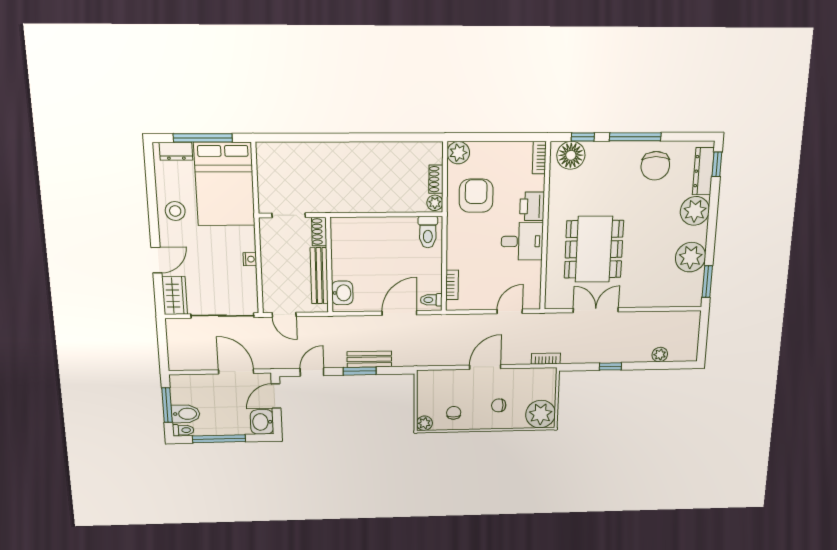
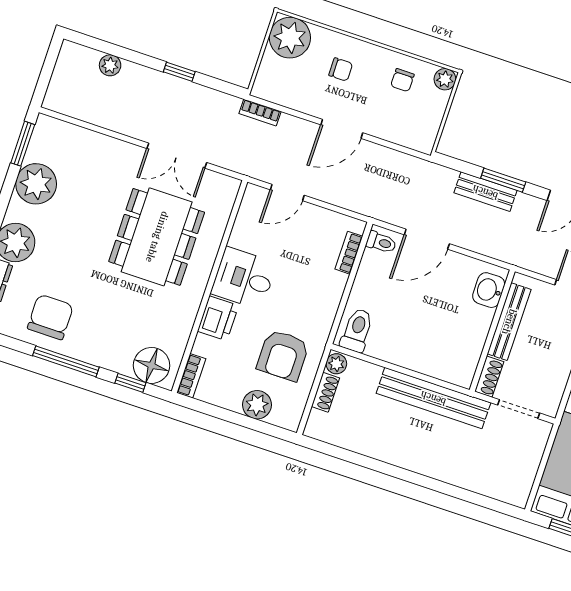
plant: (458, 153) -> (257, 405), moved
bench: (355, 202) -> (433, 398), added

